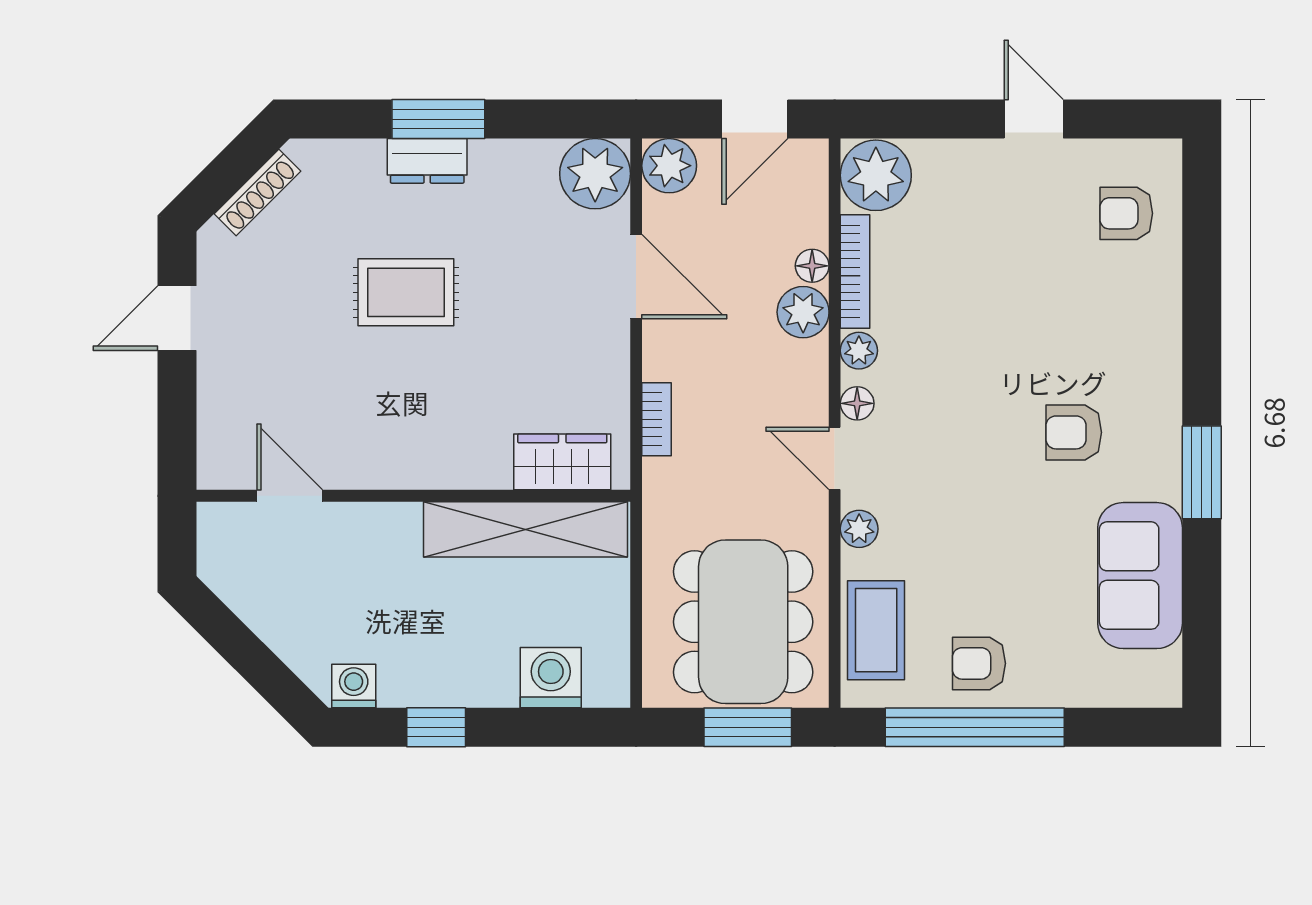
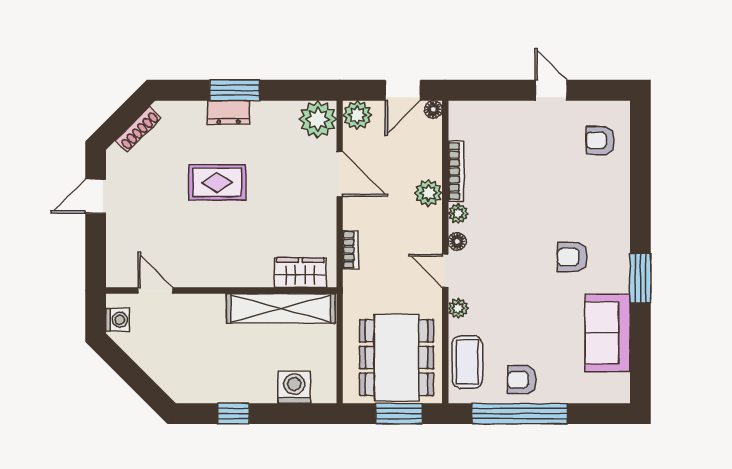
plant: (876, 175) -> (467, 120), removed
floor lamp: (812, 266) -> (433, 109), moved
washing machine: (354, 686) -> (118, 320), moved, turned 90

